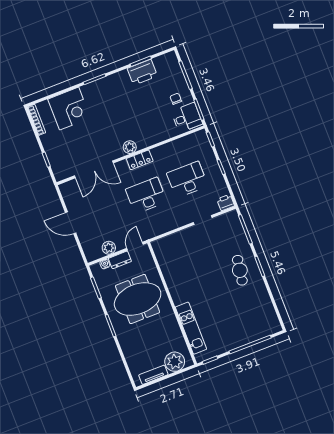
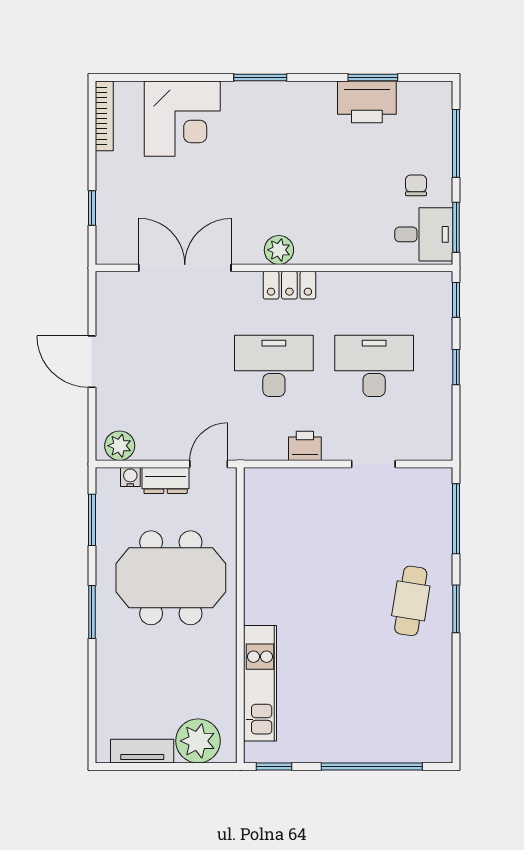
double door: (94, 169) -> (185, 268), swing flipped
printer: (226, 202) -> (305, 446), moved
plant: (109, 248) -> (120, 446), moved

